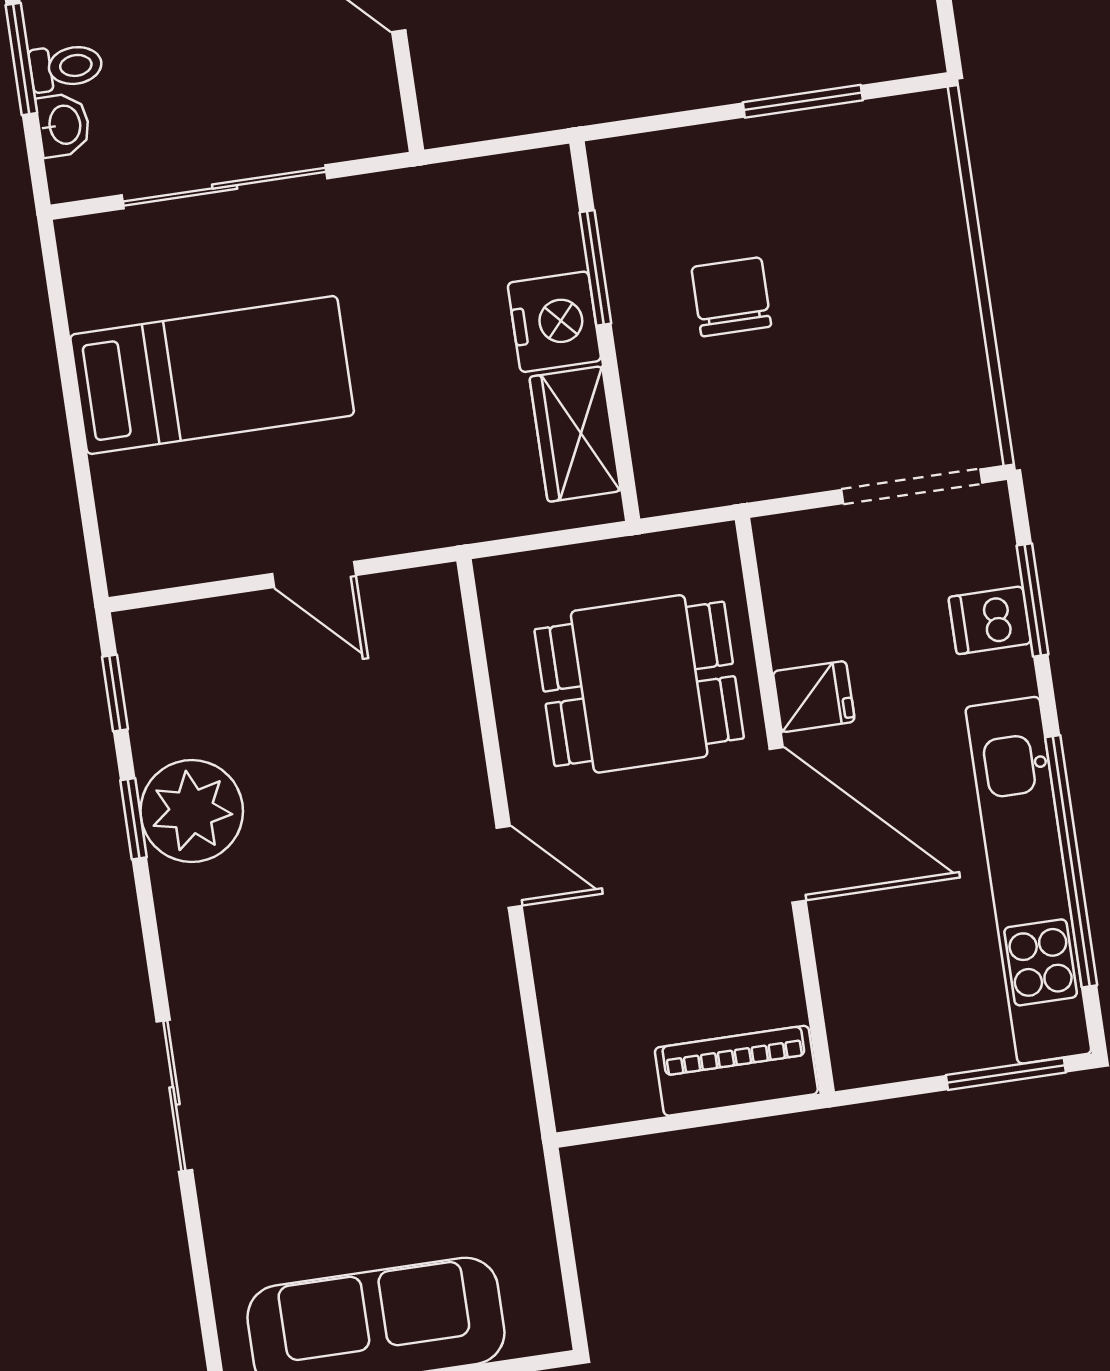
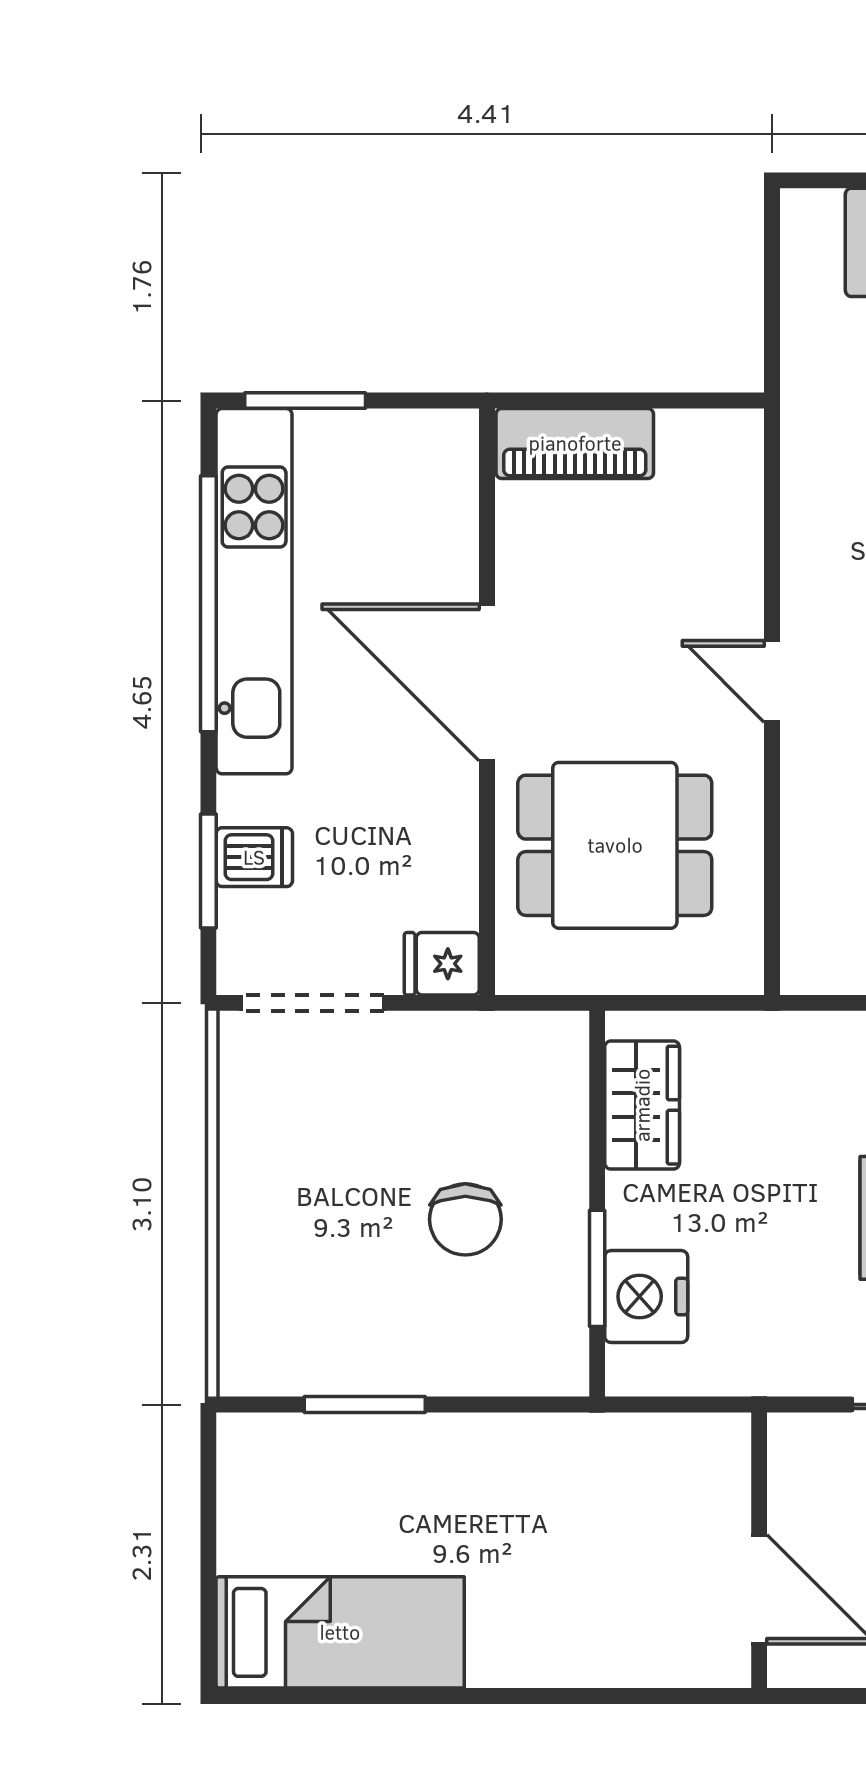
nightstand: (554, 322) -> (646, 1297), moved
fridge: (814, 697) -> (442, 964), moved

